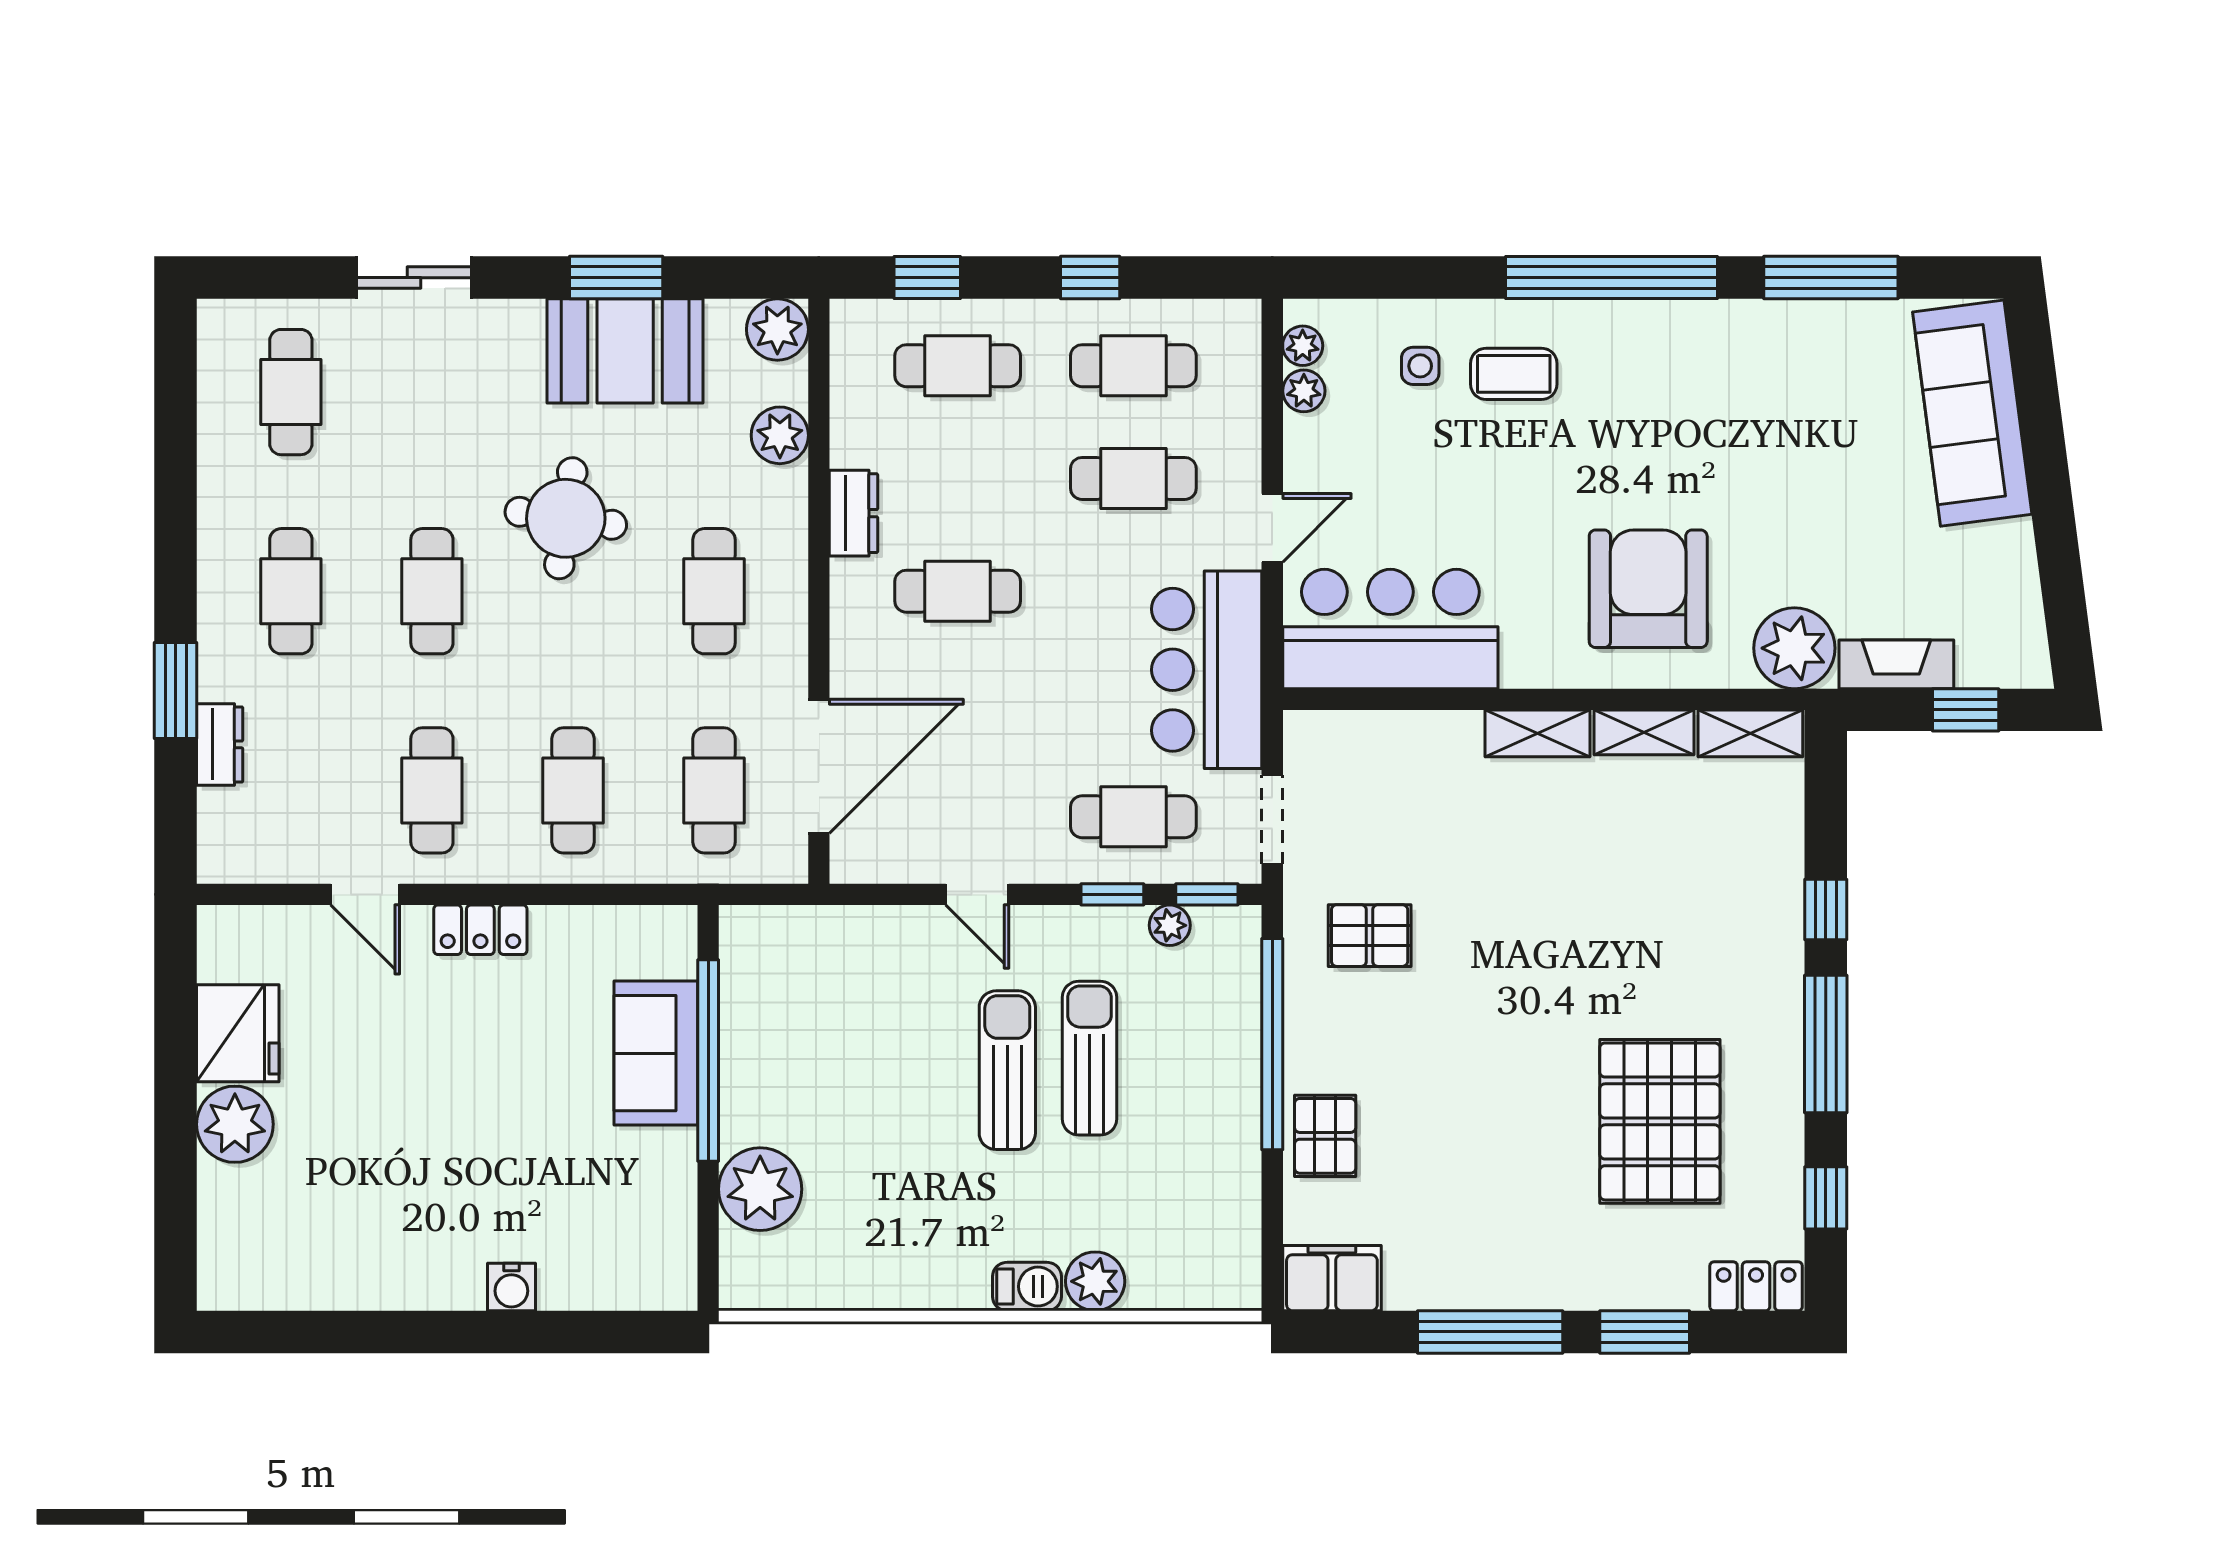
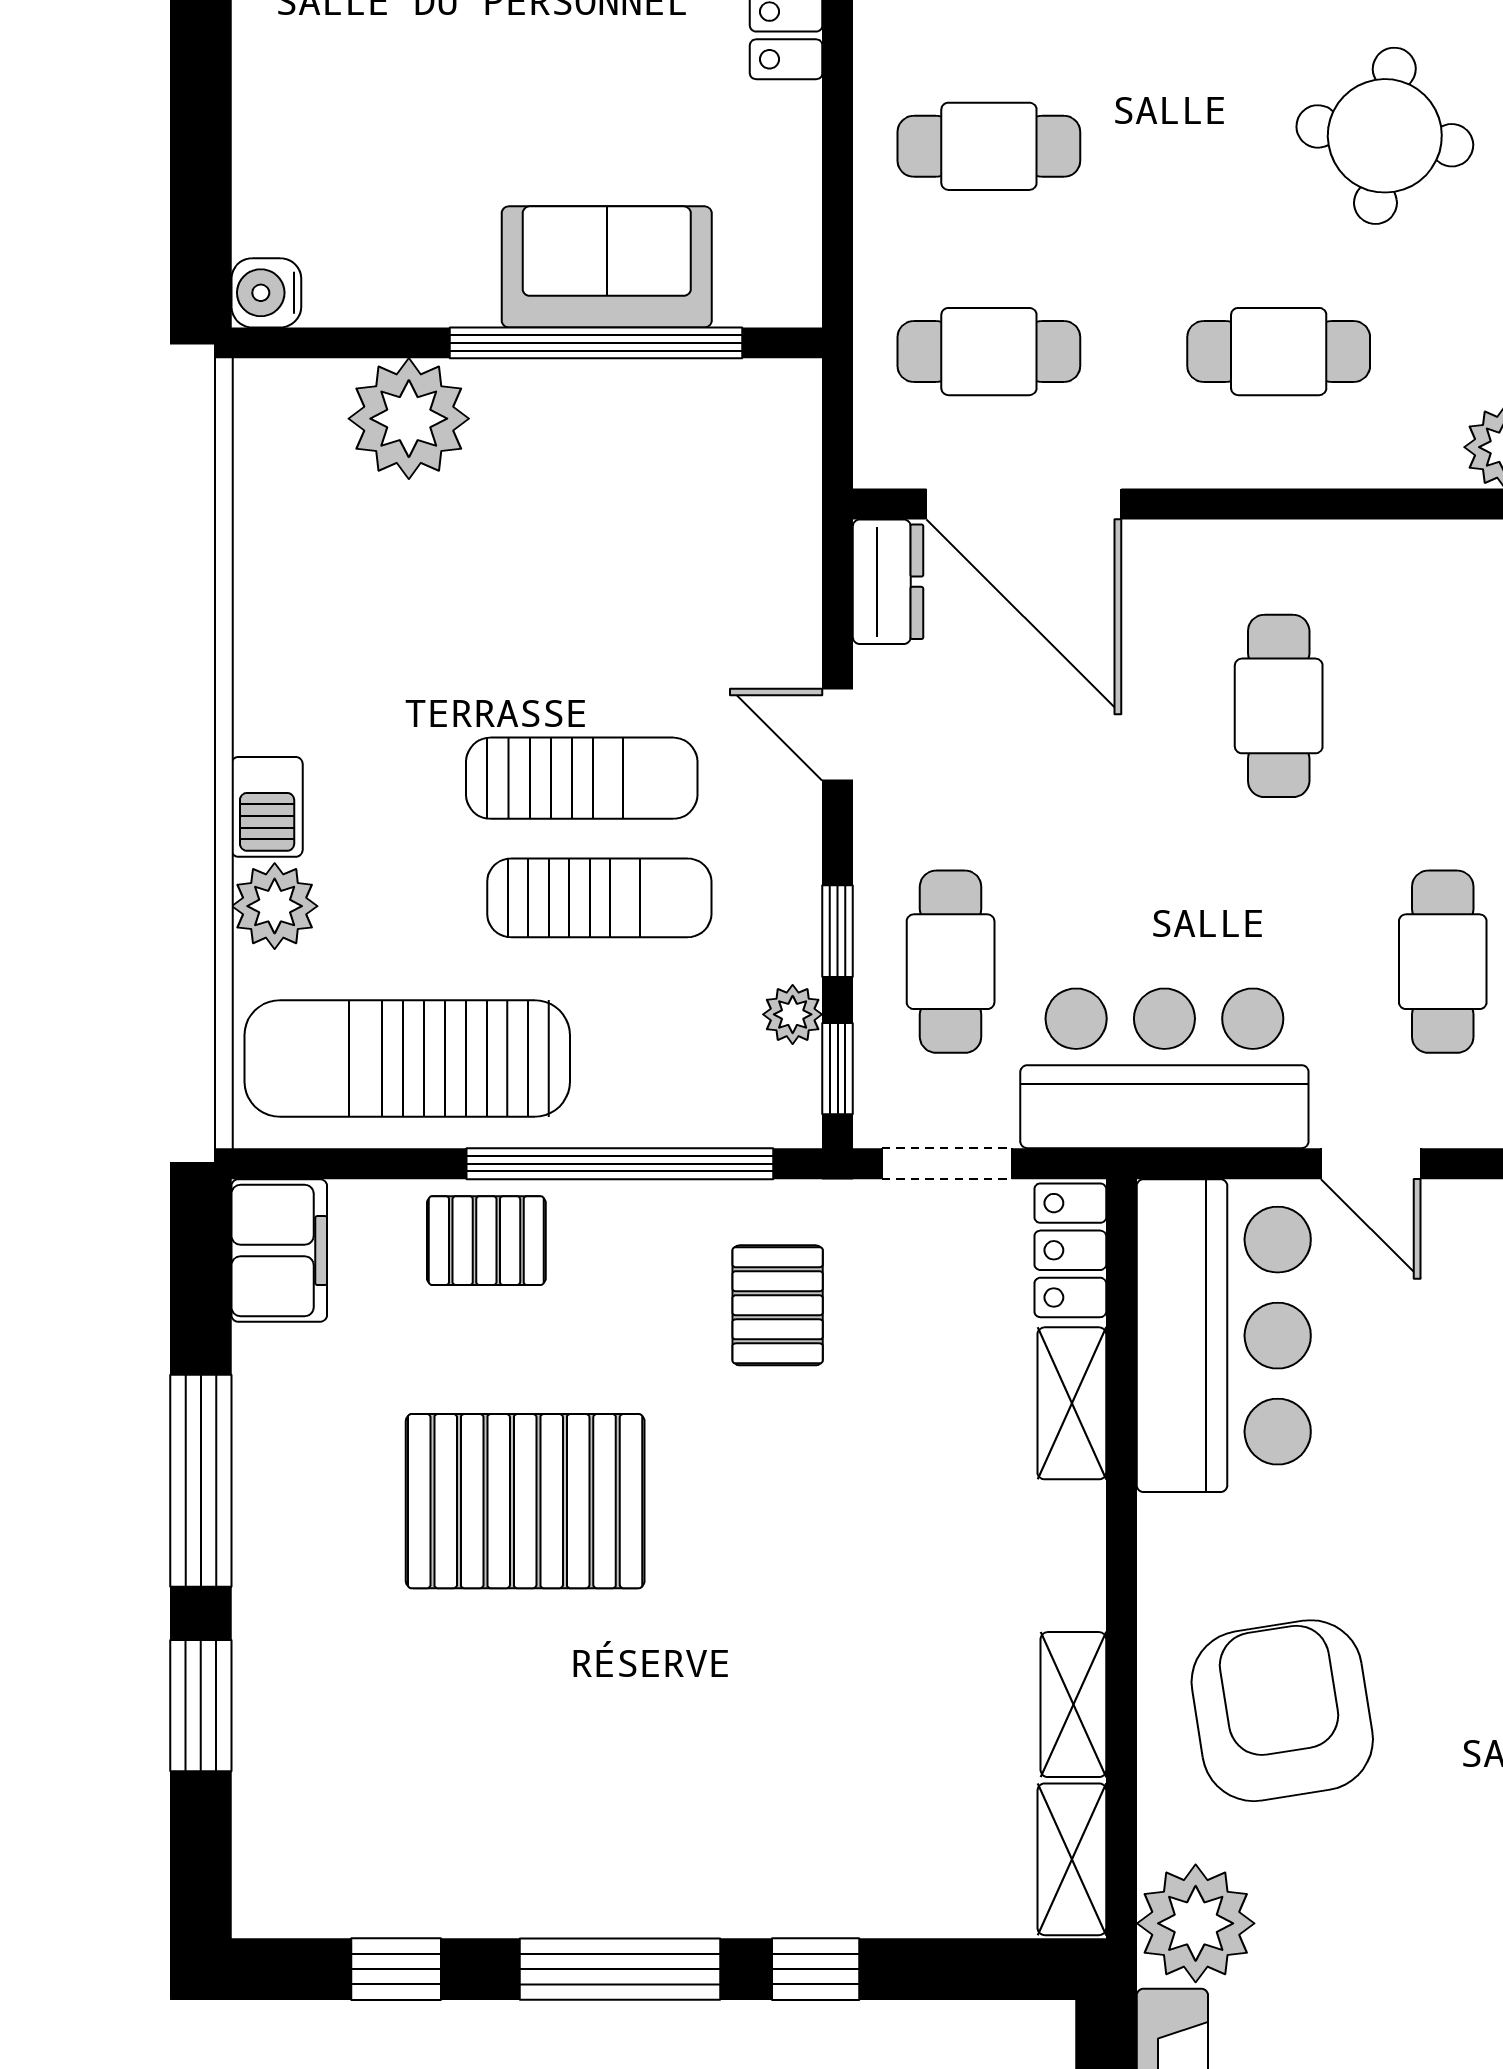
dresser: (853, 513) -> (888, 582), moved, turned -90
armchair: (1648, 589) -> (1282, 1711), turned -99
shelving: (1538, 733) -> (1072, 1403), moved
door: (977, 894) -> (838, 735), hinge flipped
pallet: (1660, 1121) -> (525, 1501), moved
sun lounger: (1200, 1190) -> (407, 1058), added
locker: (1756, 1286) -> (1070, 1250), moved, turned 180
water cooler: (511, 1287) -> (266, 293), moved

